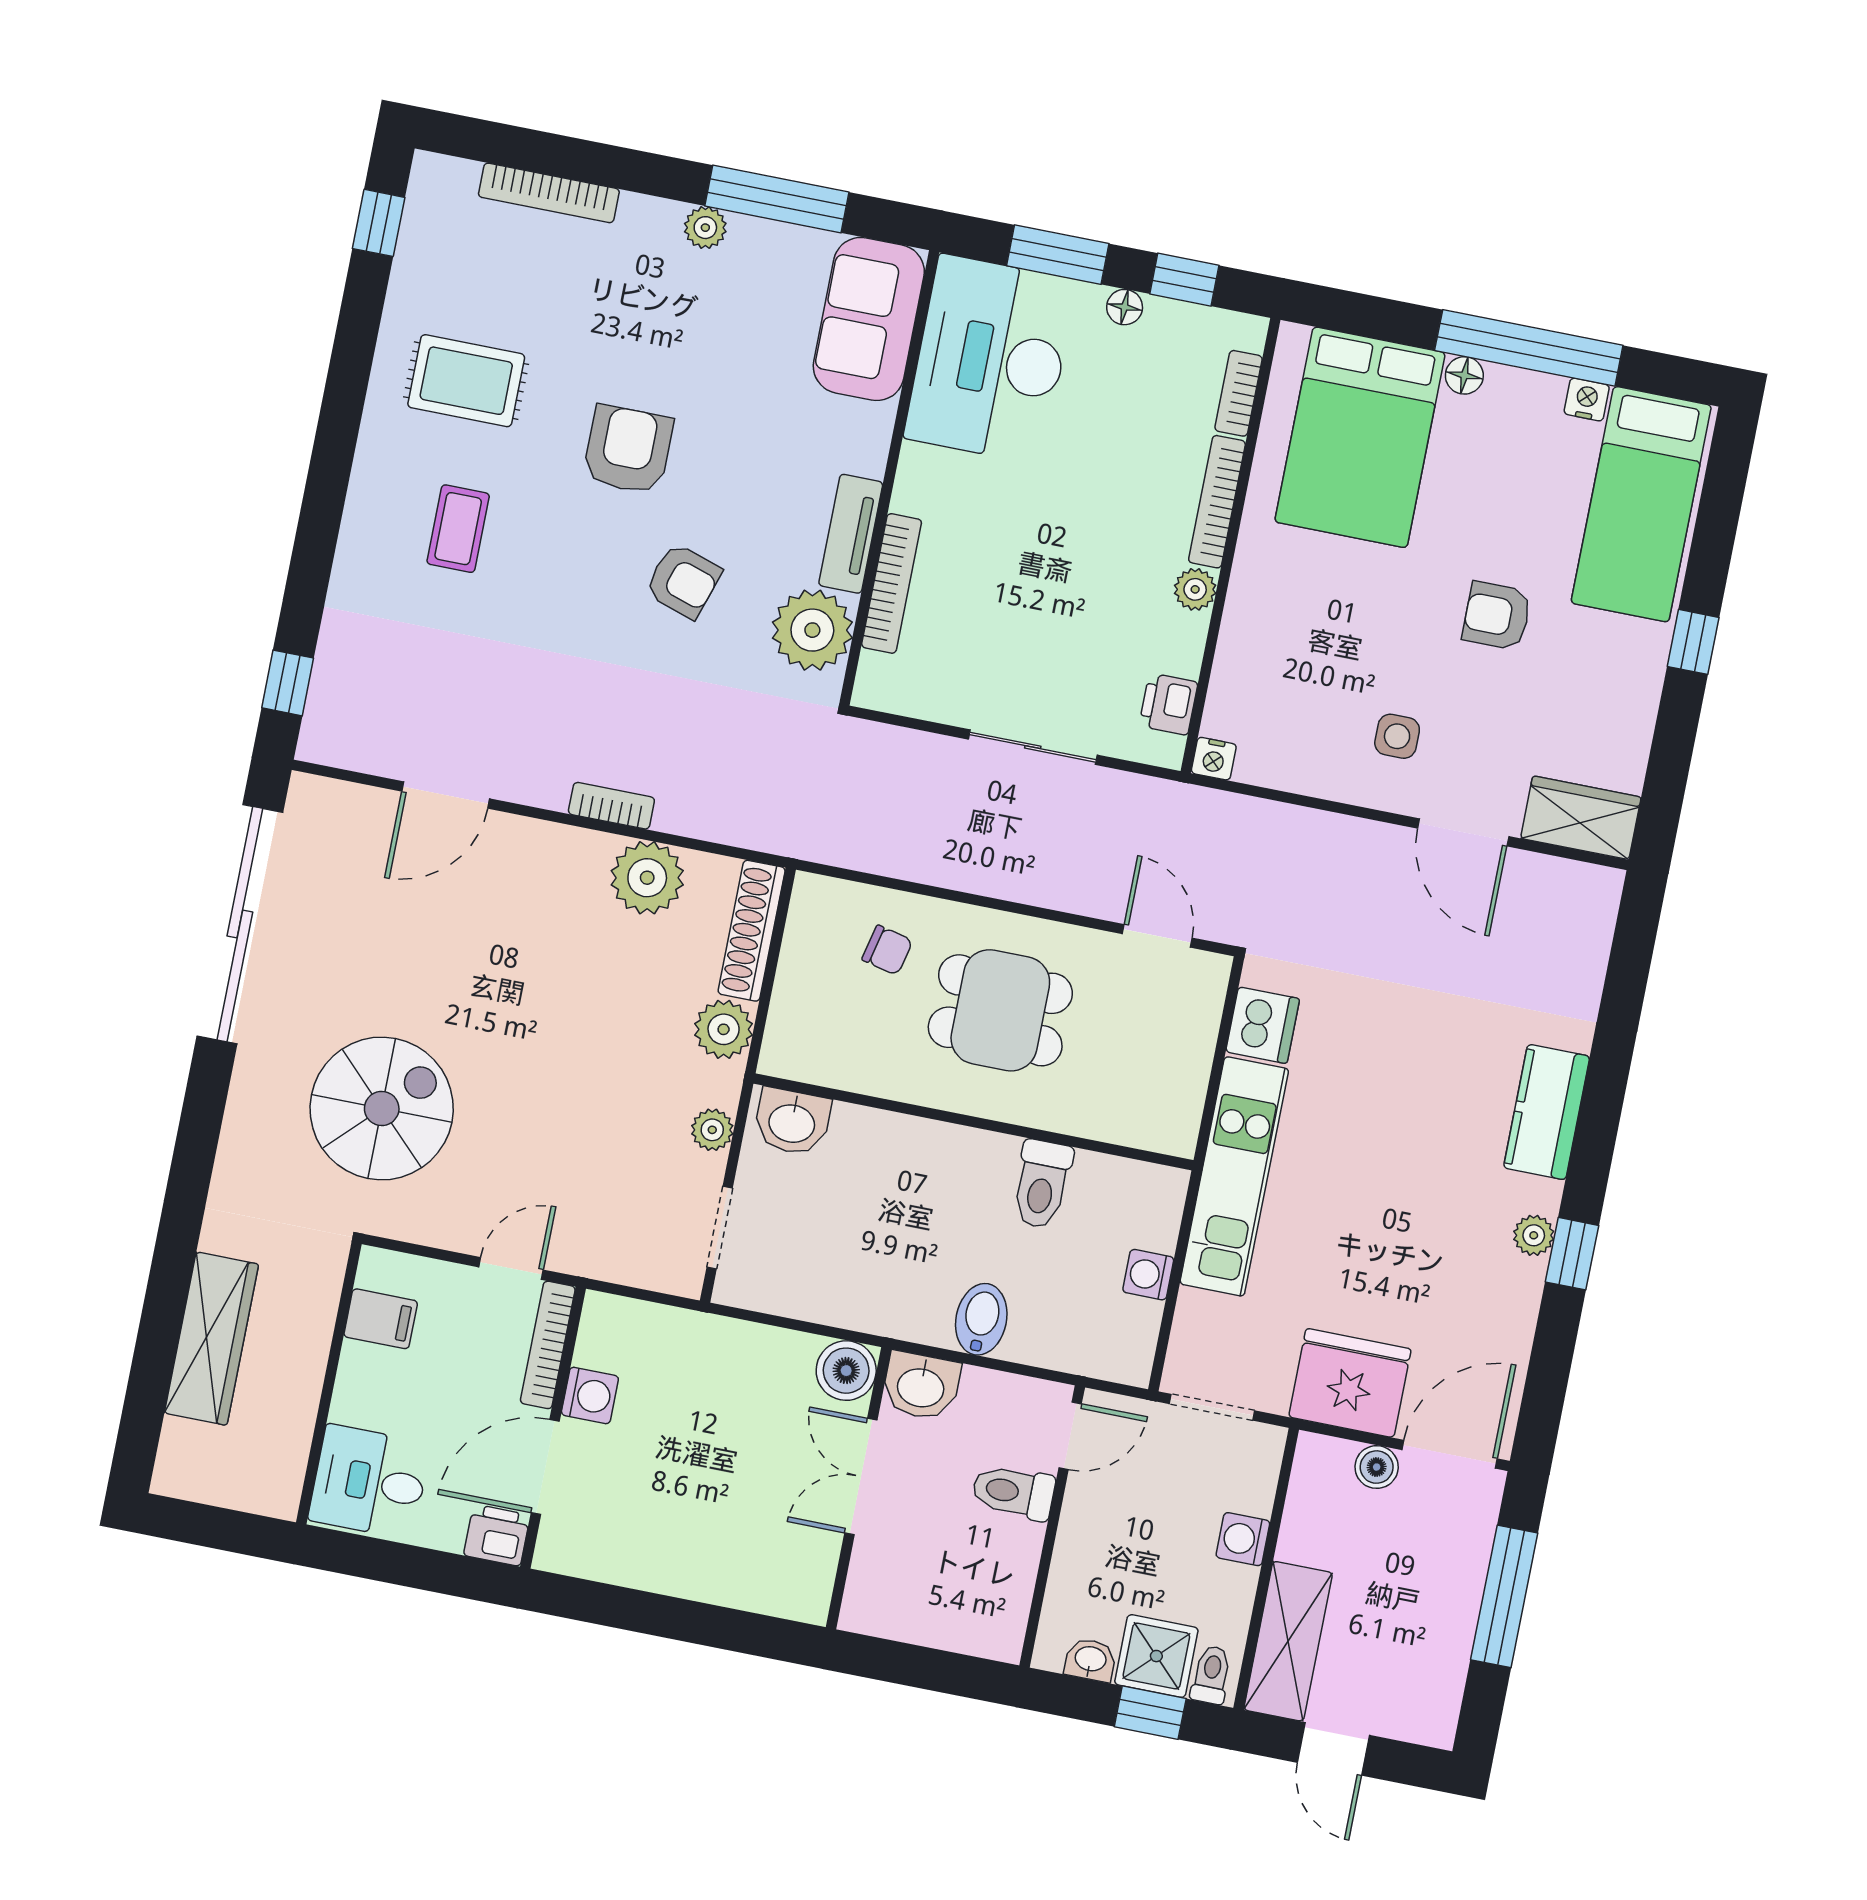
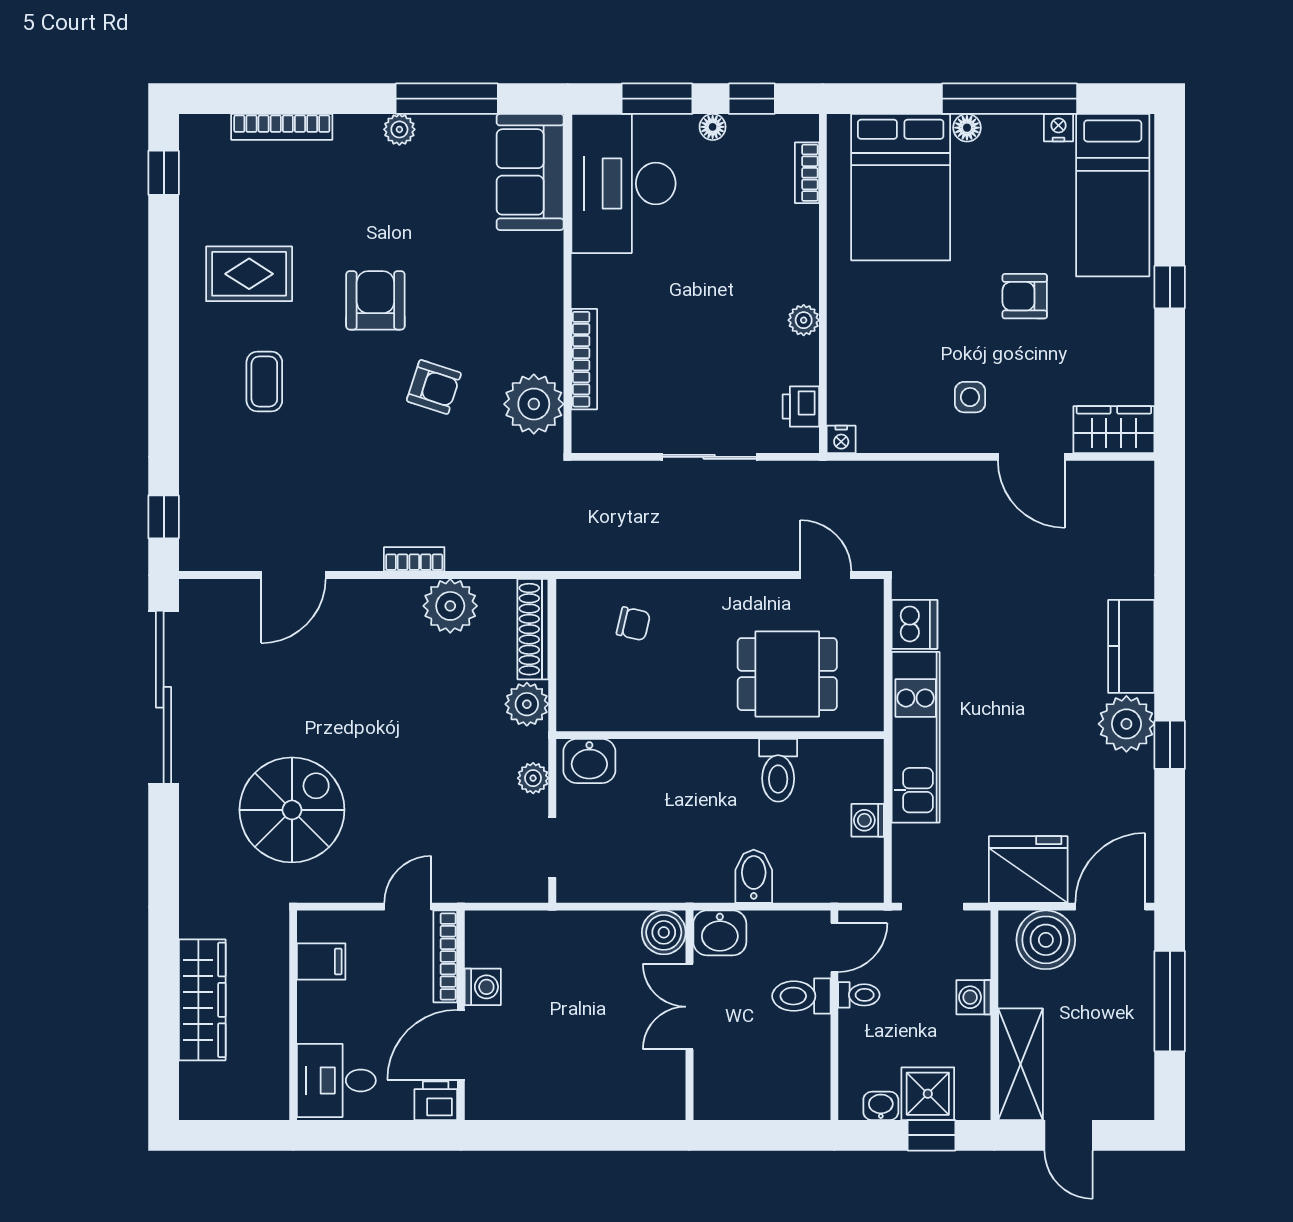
bookcase: (1217, 502) -> (807, 254), removed
tv unit: (851, 534) -> (548, 329), removed
dining table: (1000, 1010) -> (787, 674), moved
plant: (1534, 1235) -> (1126, 724), width x1.87, depth x1.87
boiler: (1377, 1467) -> (1046, 940), width x1.86, depth x1.86
toilet: (1211, 1675) -> (859, 995), moved, turned 90

